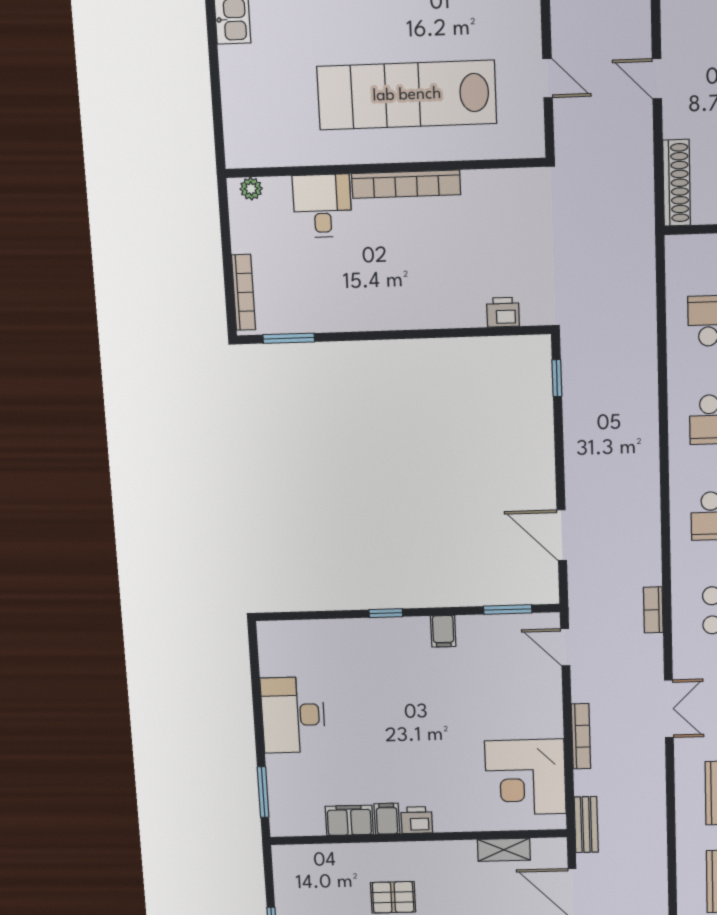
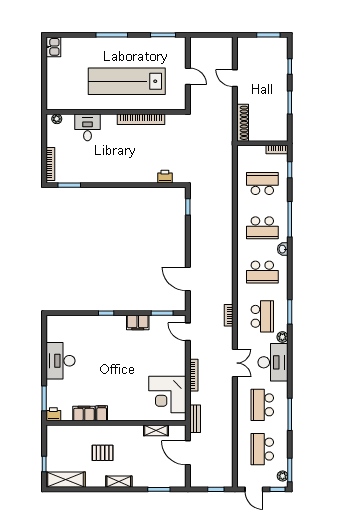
bookcase: (406, 184) -> (141, 119), moved
filing cabinet: (443, 631) -> (138, 322), width x2.00
printer: (417, 820) -> (53, 414), moved

